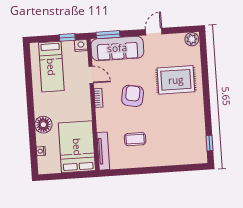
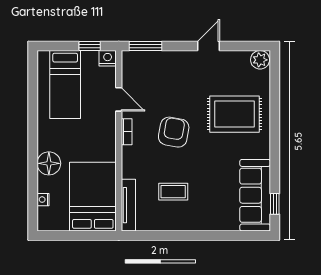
sofa: (117, 48) -> (255, 195), moved, turned 90

